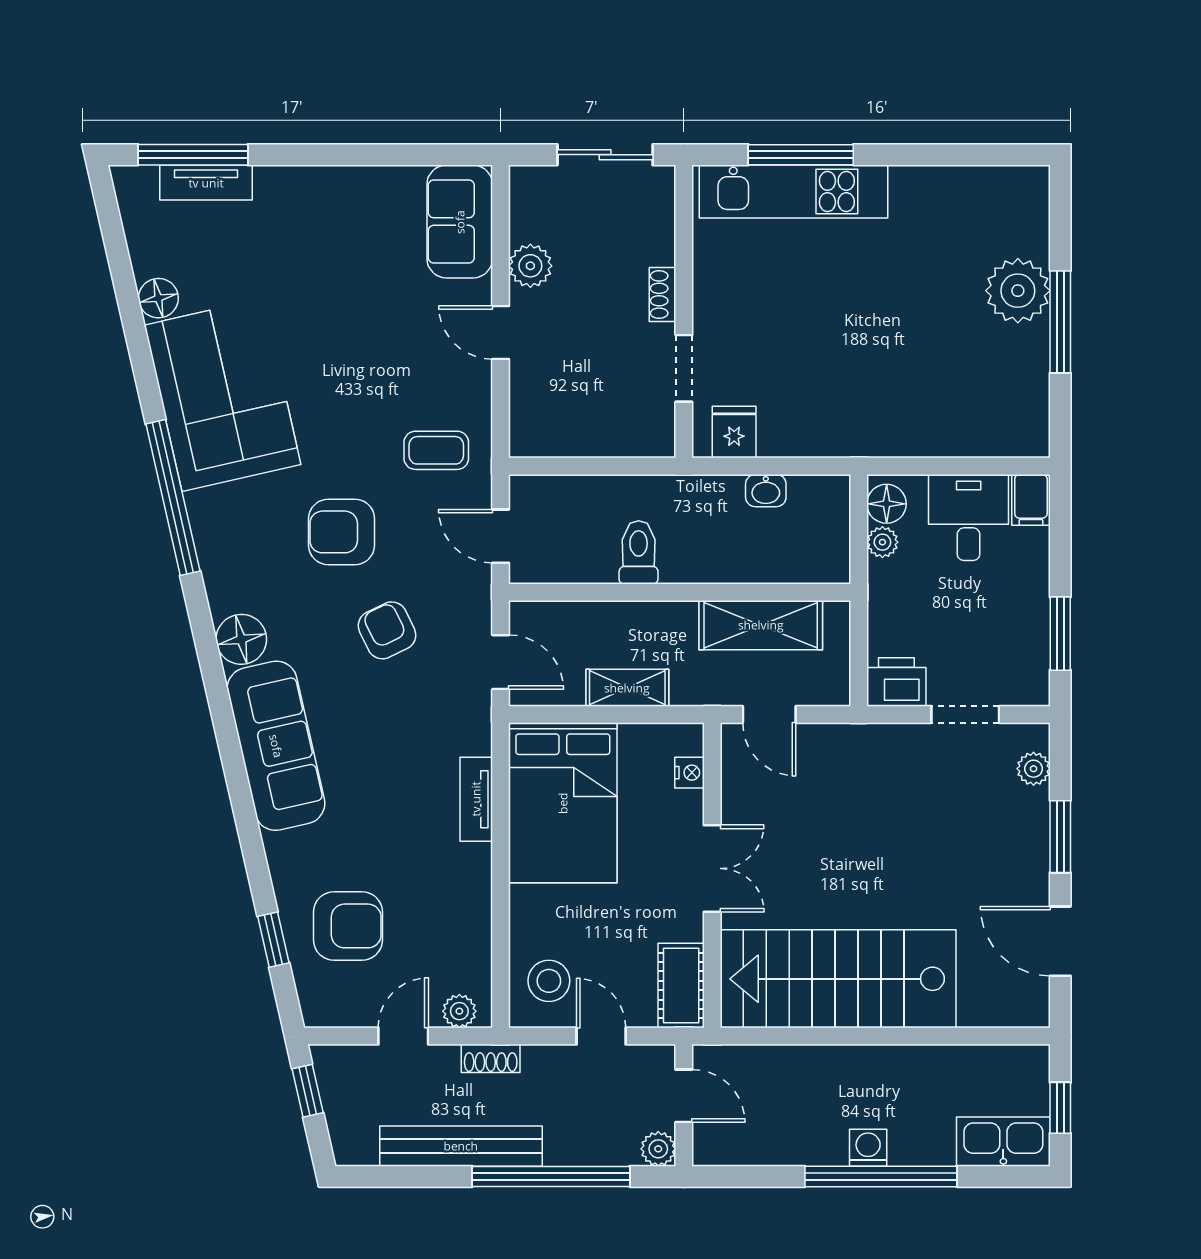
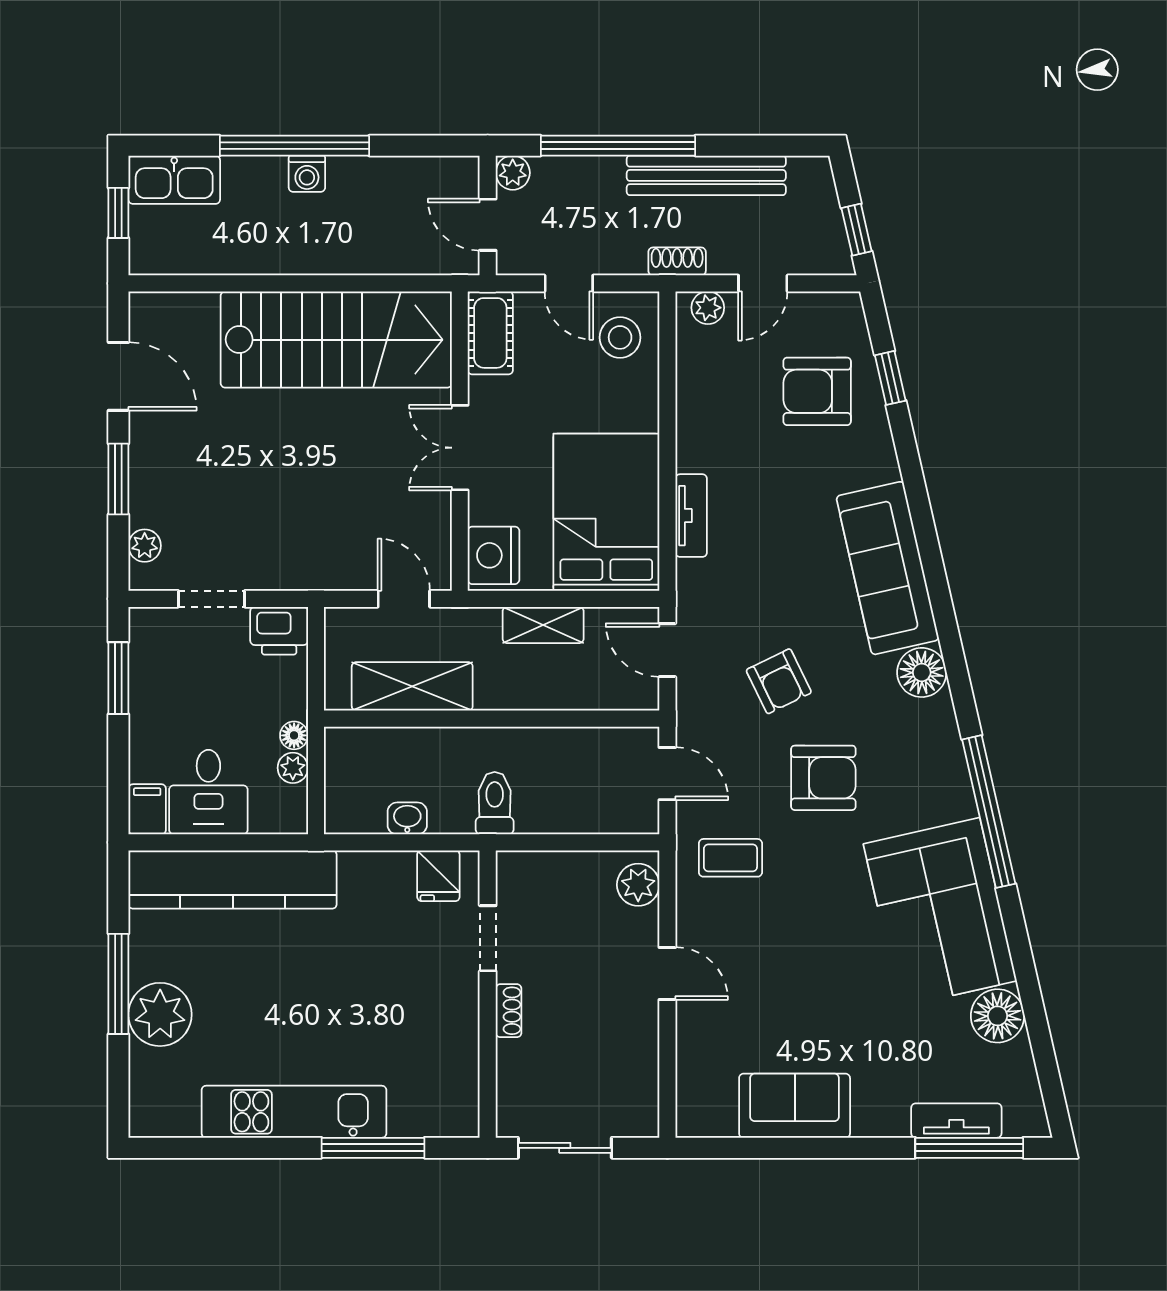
kitchen unit: (794, 191) -> (294, 1112), moved
sofa: (460, 222) -> (795, 1106), moved, turned -90
plant: (530, 266) -> (638, 885), moved
floor lamp: (158, 298) -> (998, 1016), width x1.38, depth x1.38
kitchen counter: (944, 428) -> (233, 880), added
floor lamp: (887, 504) -> (294, 735), moved, width x0.73, depth x0.73
toilet: (639, 552) -> (495, 803), moved, turned 180
nightstand: (689, 773) -> (494, 555), width x1.89, depth x1.79

